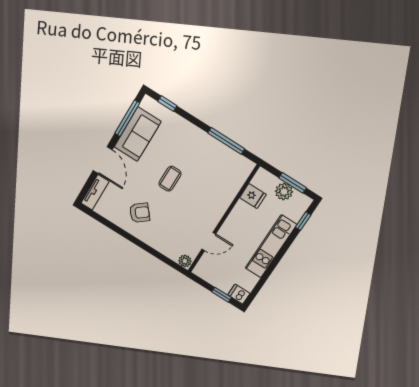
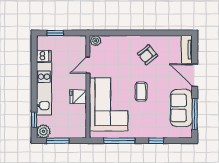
window: (167, 104) -> (156, 141), moved
corner sofa: (213, 187) -> (109, 104), added
plant: (284, 192) -> (43, 131), moved
fridge: (253, 196) -> (78, 97), moved
dishwasher: (239, 294) -> (44, 56), moved

